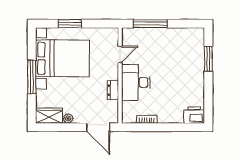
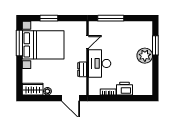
plant: (194, 72) -> (145, 56), added
window: (32, 77) -> (19, 43), moved
printer: (194, 115) -> (124, 89), moved

